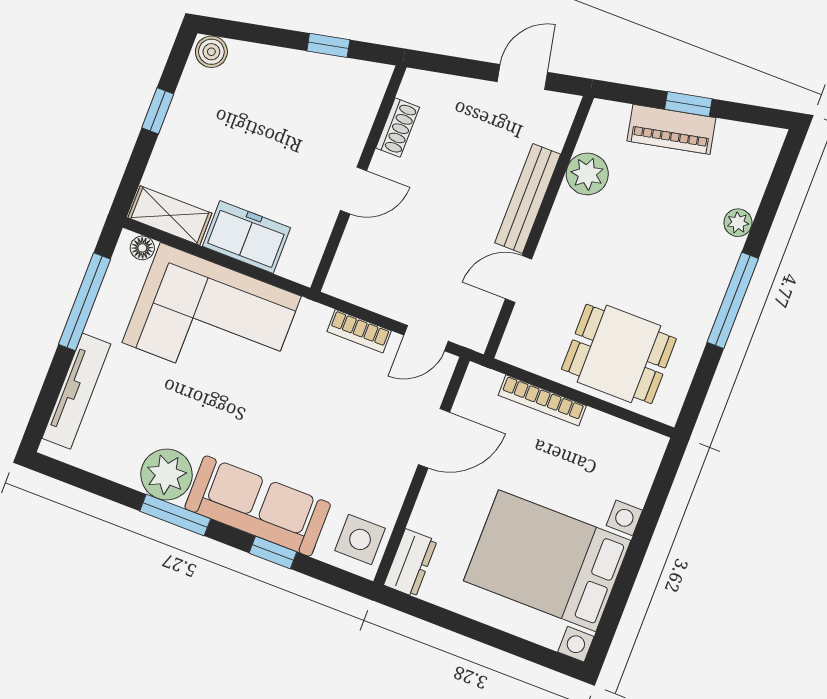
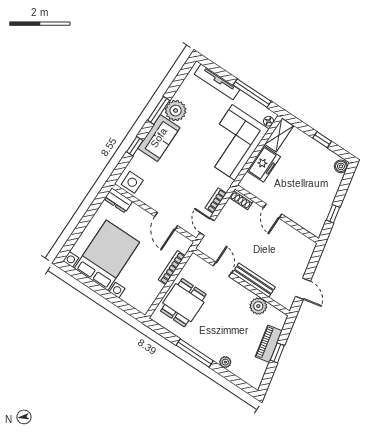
shoe rack: (398, 128) -> (241, 199), moved
sofa: (258, 506) -> (159, 138), width x0.73

